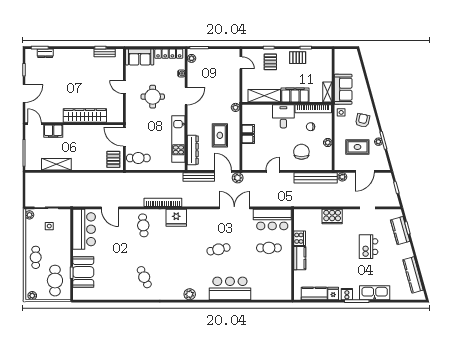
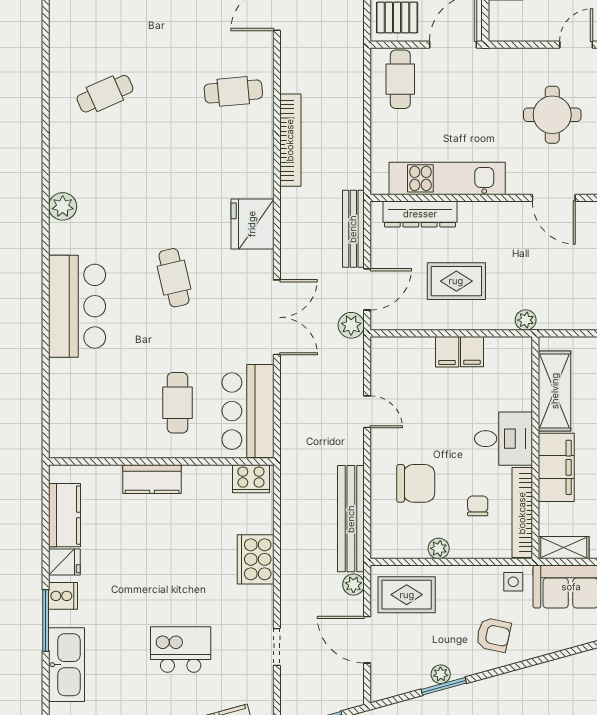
rug: (357, 147) -> (407, 595), moved, turned 90
fridge: (176, 218) -> (252, 224), moved
cooker: (300, 238) -> (251, 479), moved

